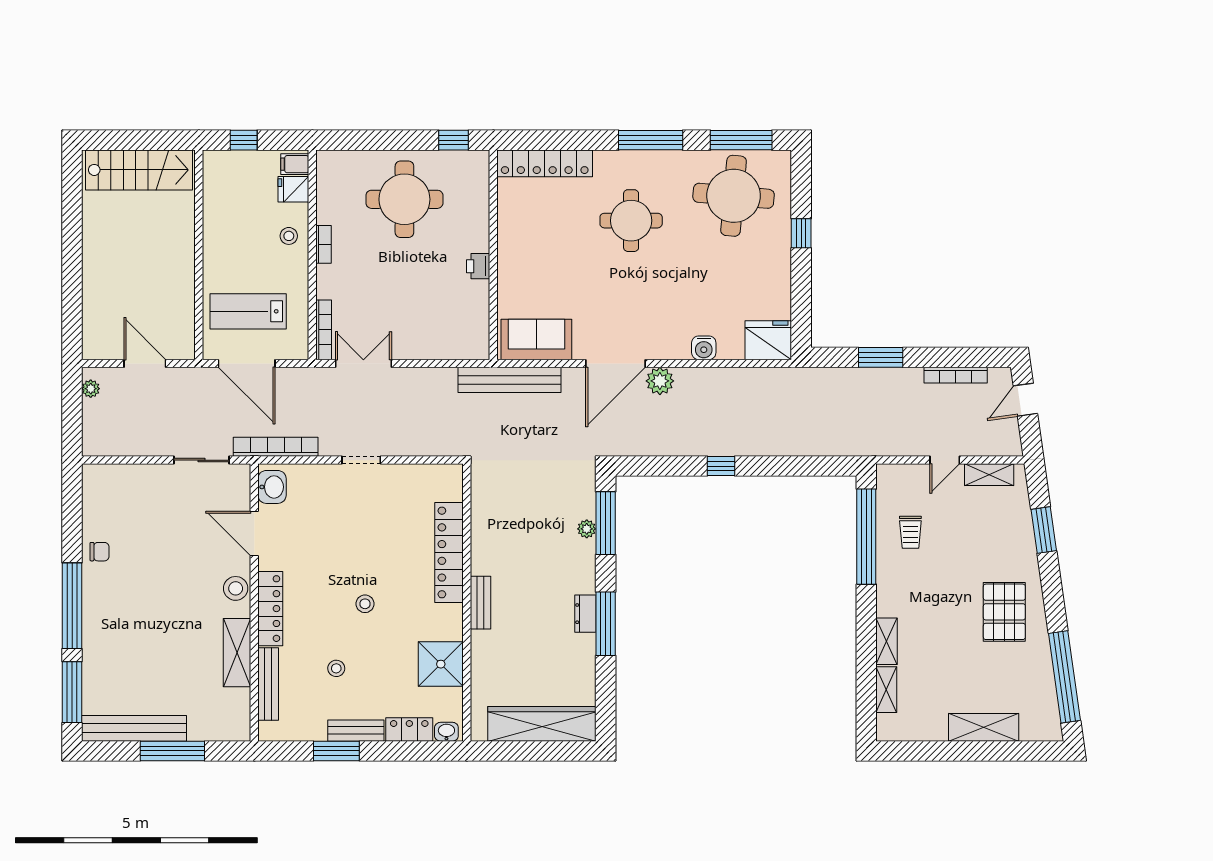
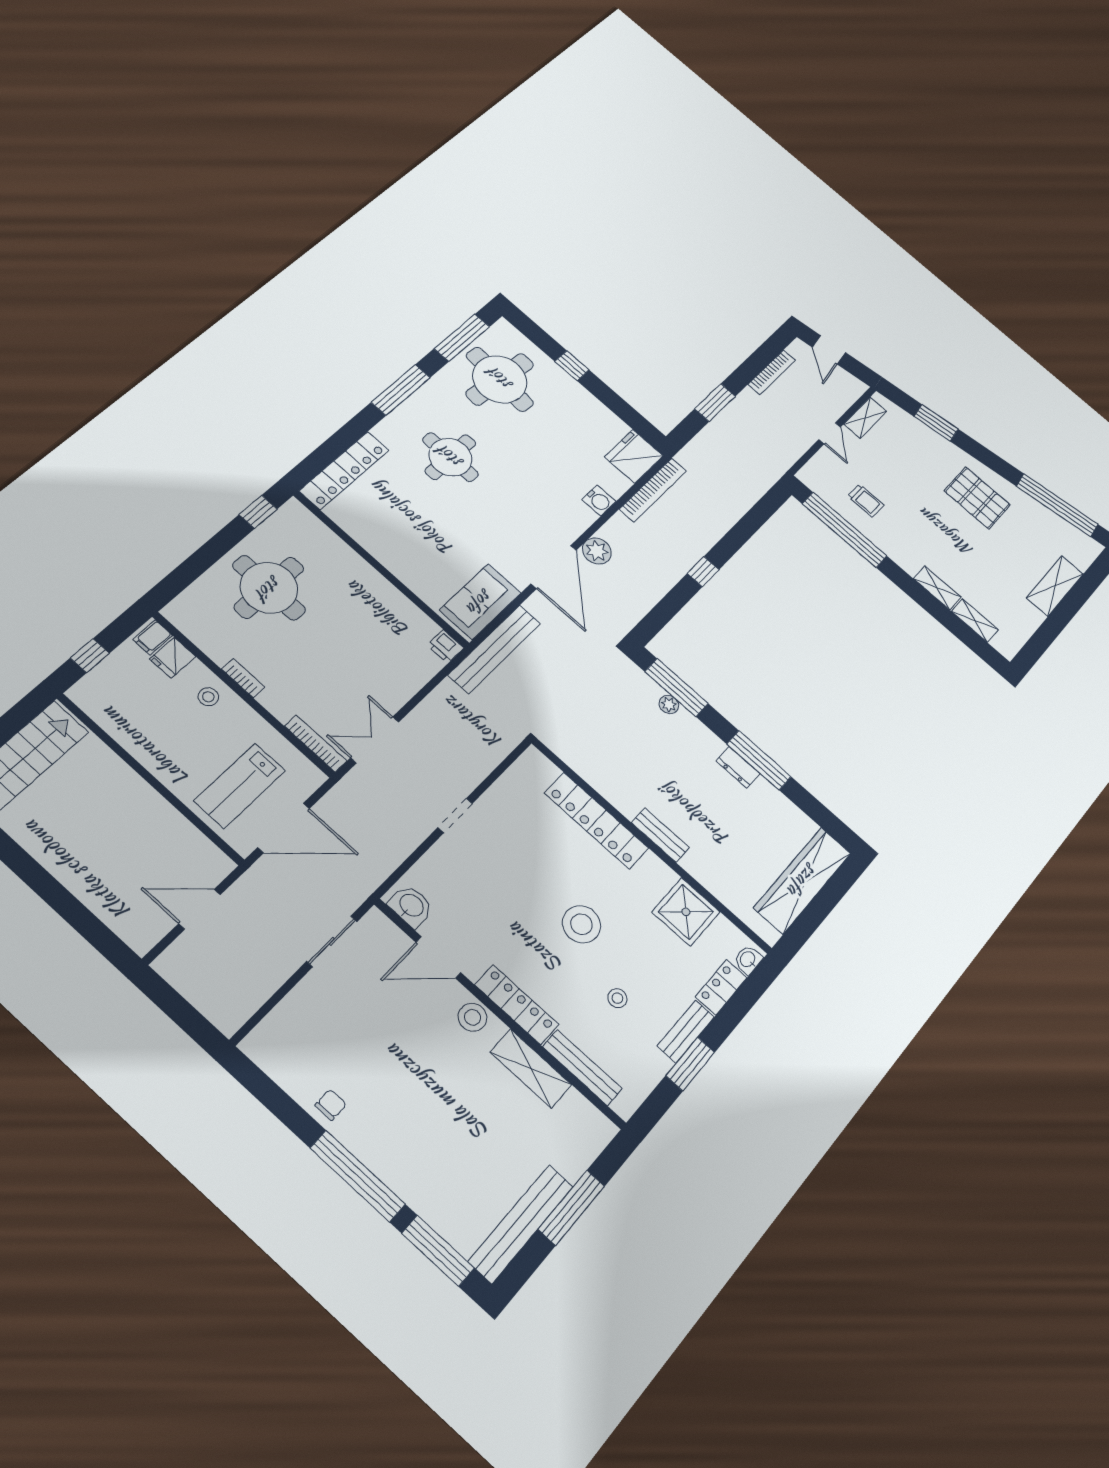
printer: (478, 266) -> (445, 646), moved
plant: (91, 389) -> (175, 975), removed
bookcase: (276, 447) -> (653, 490), moved, turned 180
stool: (365, 604) -> (582, 924), width x1.89, depth x1.89

